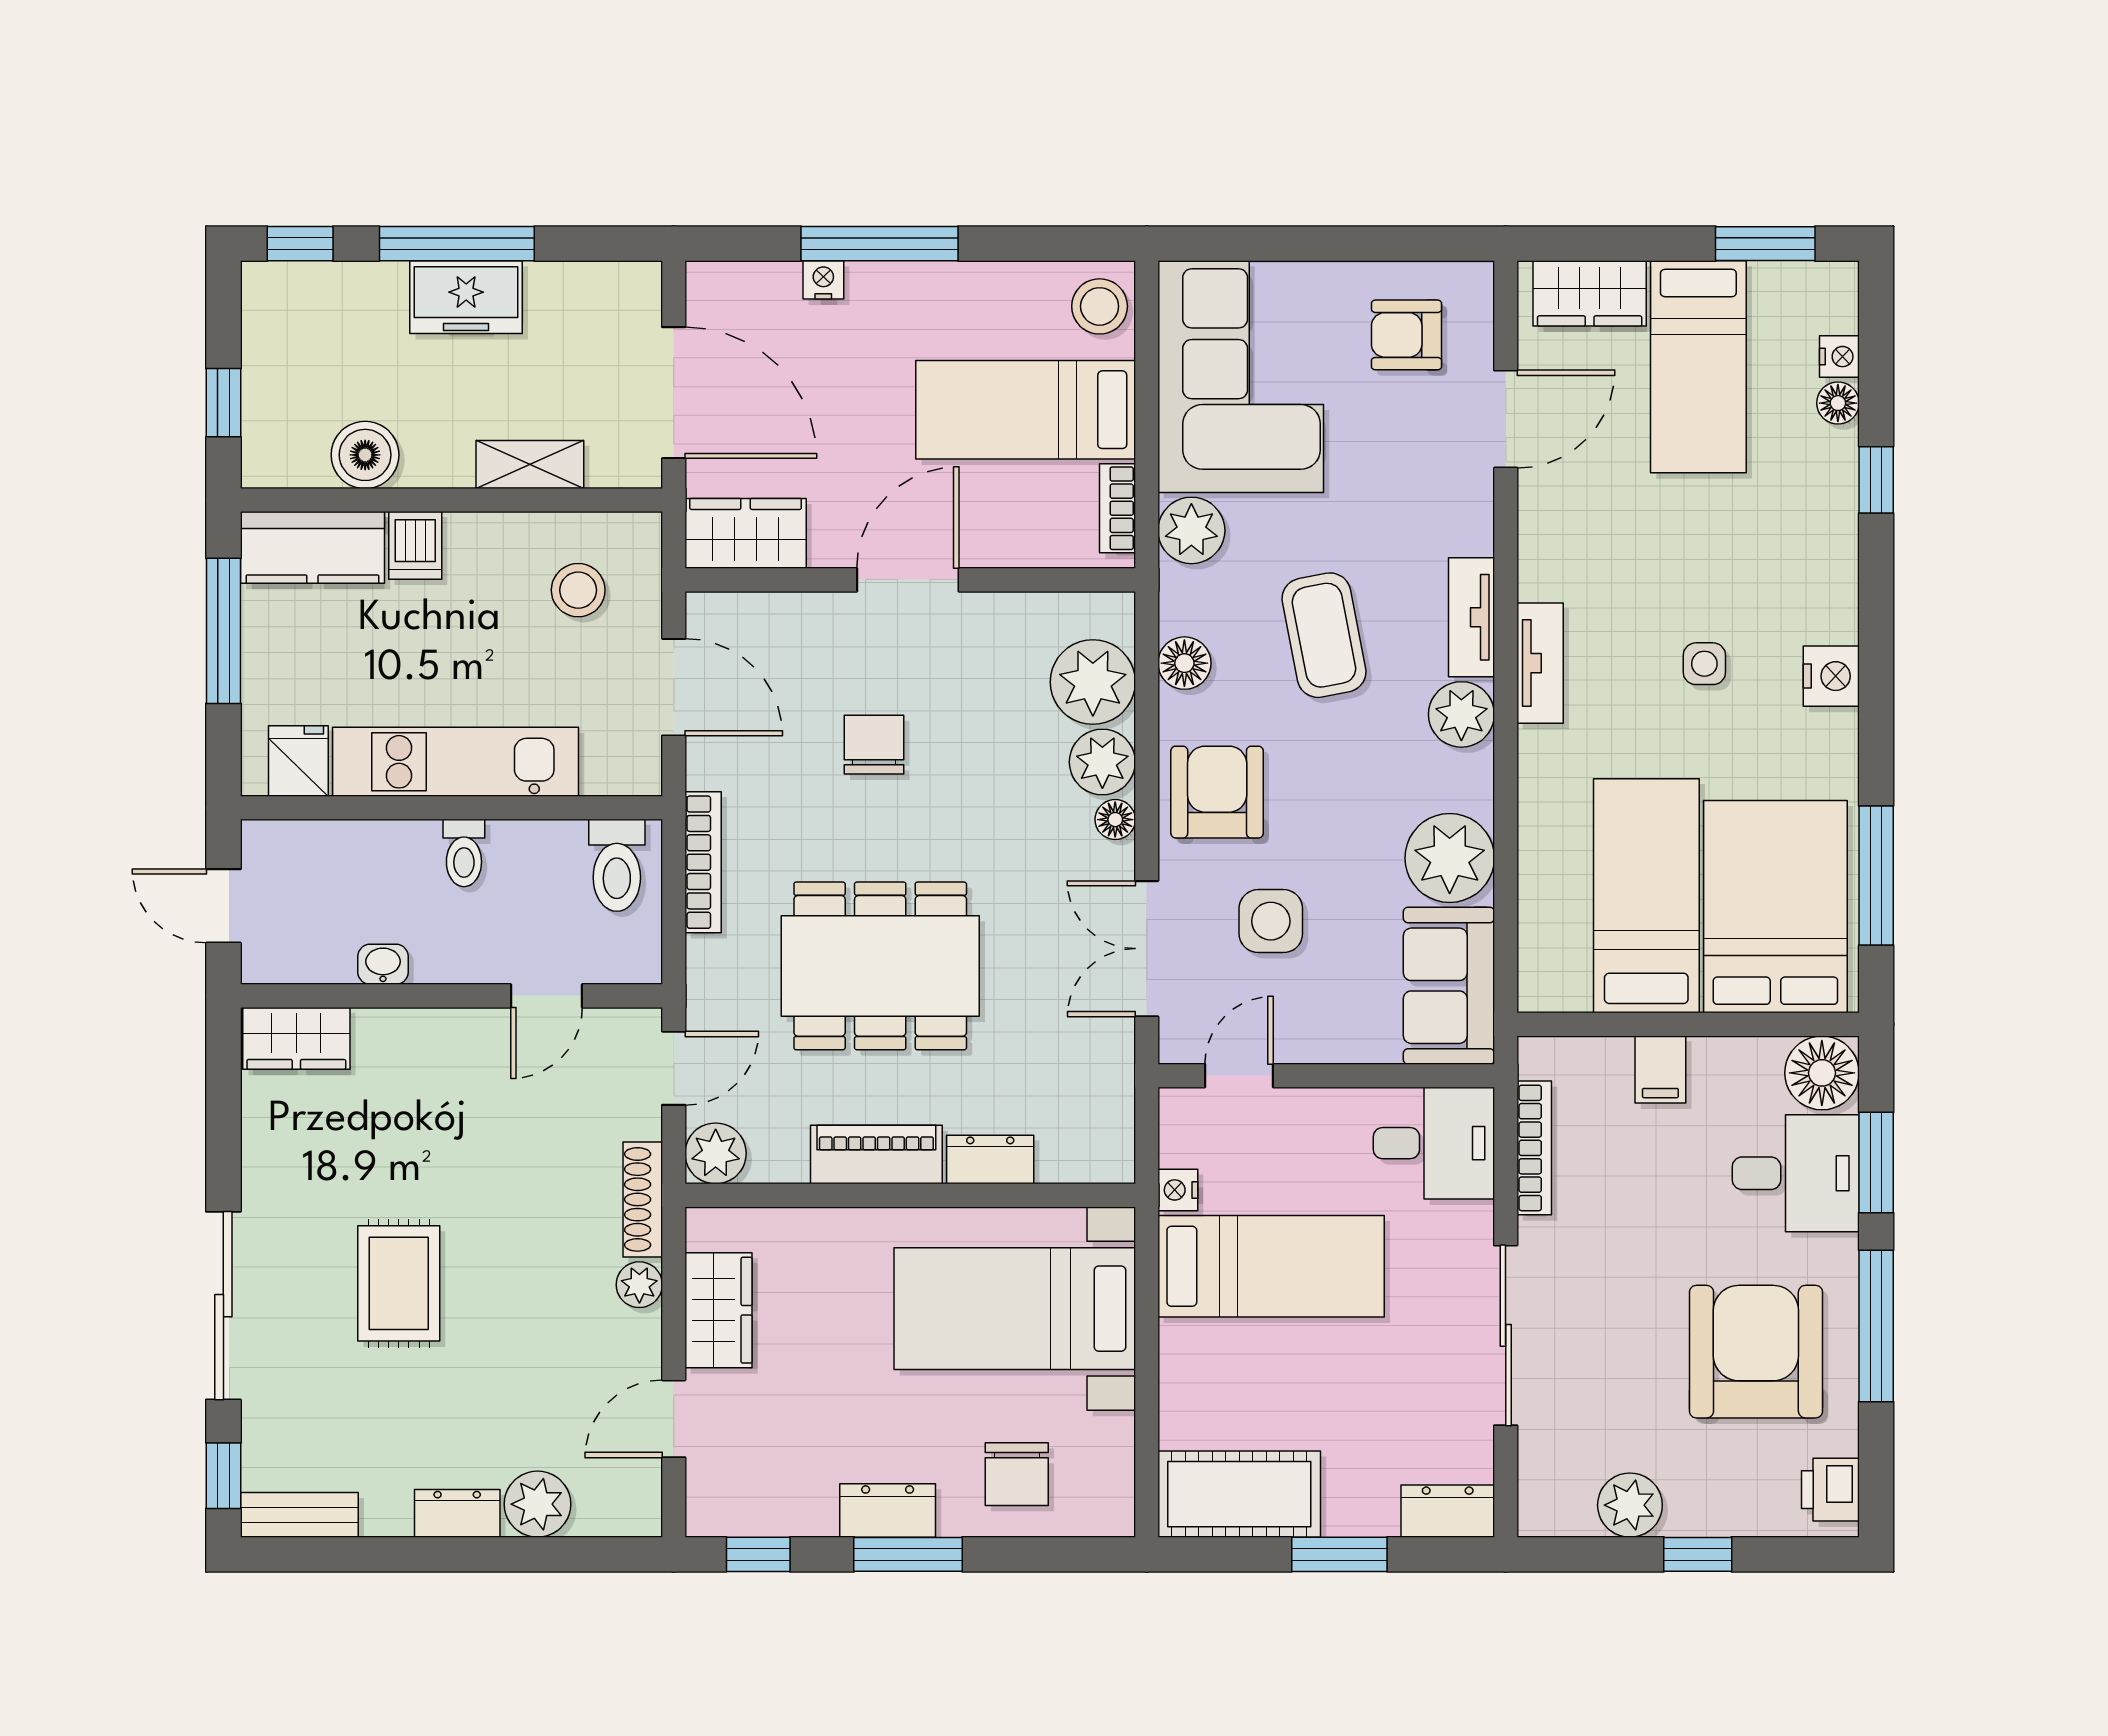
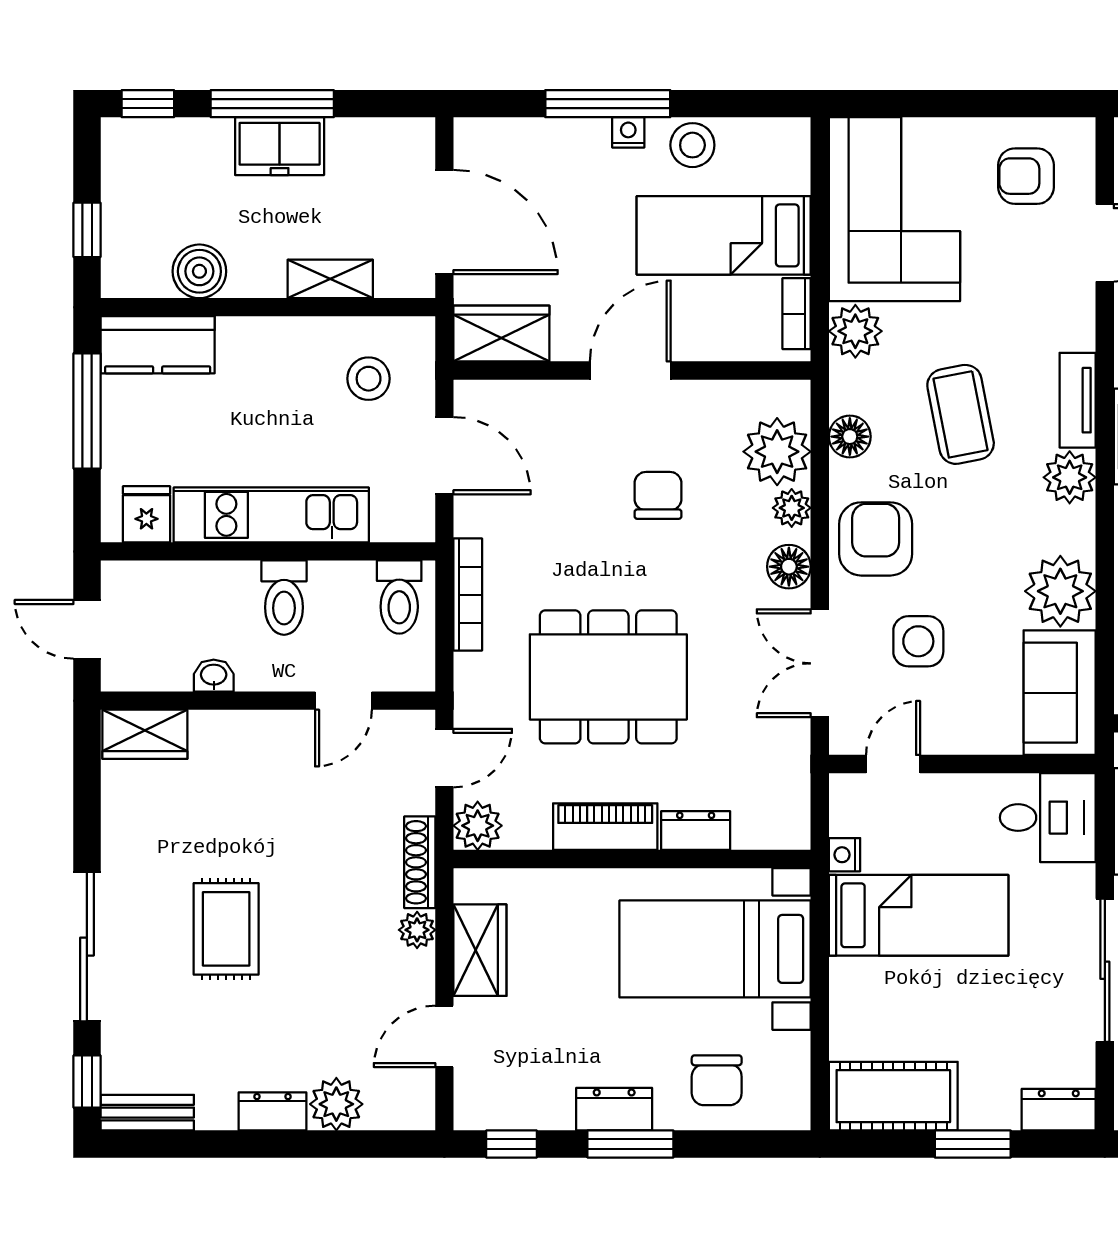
nightstand: (823, 280) -> (628, 132), moved
stool: (1100, 306) -> (692, 145), moved
dishwasher: (415, 545) -> (239, 343), removed
chair: (874, 745) -> (658, 495), moved
plant: (1102, 762) -> (792, 508), width x0.73, depth x0.73
floor lamp: (1115, 820) -> (789, 567), width x1.37, depth x1.37
toilet: (464, 853) -> (284, 598), width x1.37, depth x1.39

